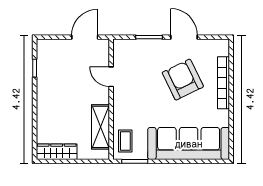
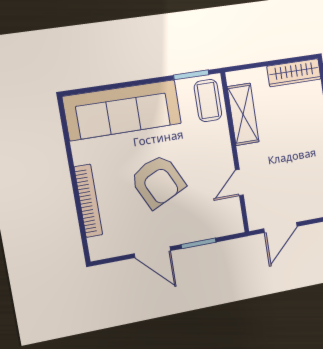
door: (111, 77) -> (239, 183), swing flipped
armchair: (183, 80) -> (158, 181), moved
coffee table: (125, 141) -> (208, 101), width x1.36, depth x1.30

